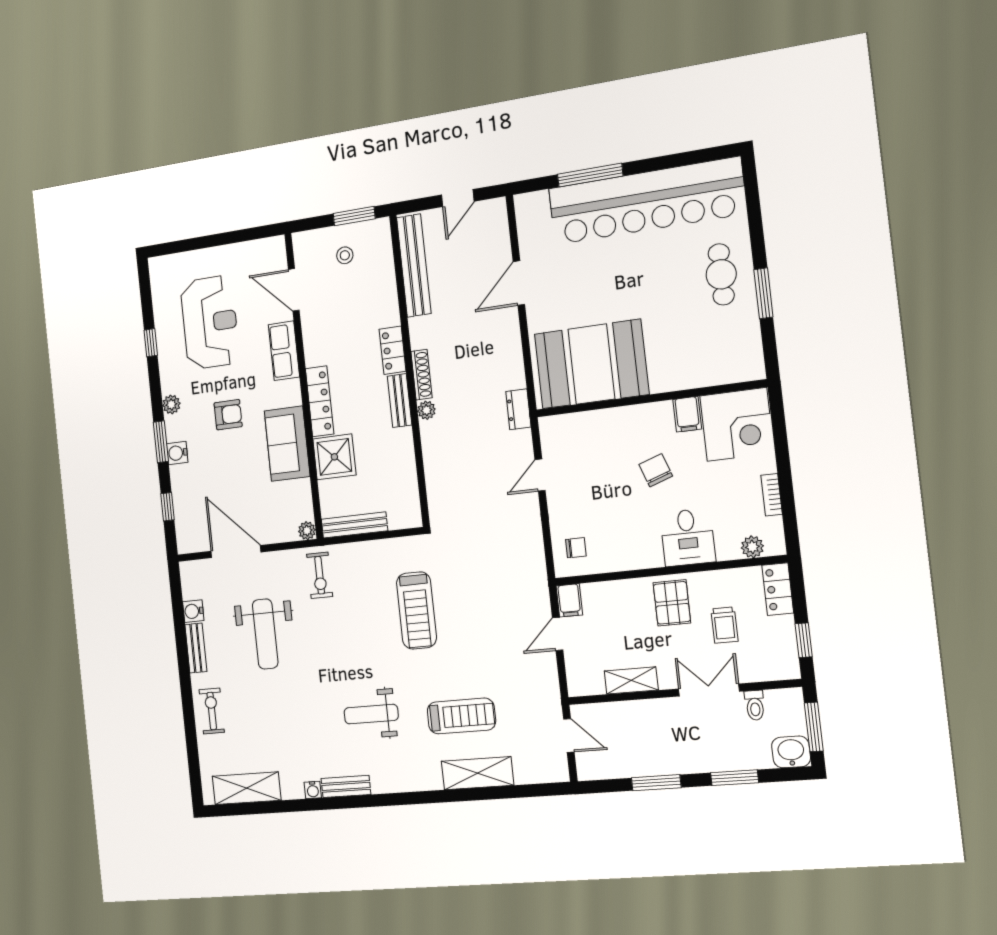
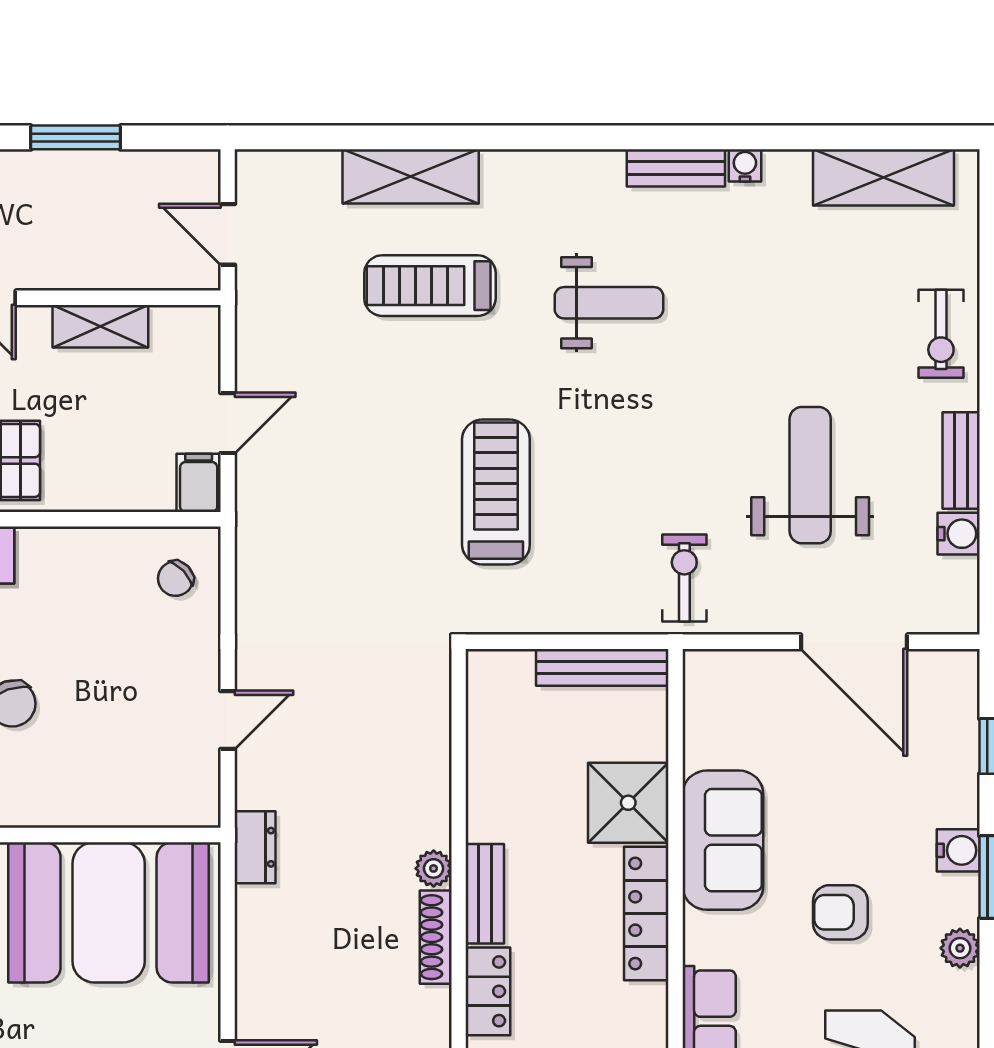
plant: (307, 531) -> (701, 667), removed
chair: (576, 548) -> (176, 579), turned -44

